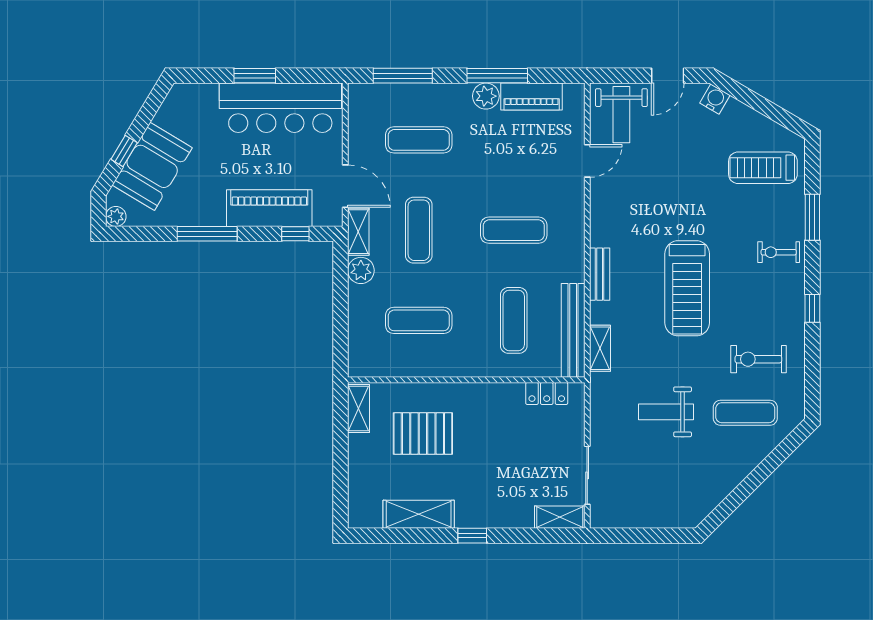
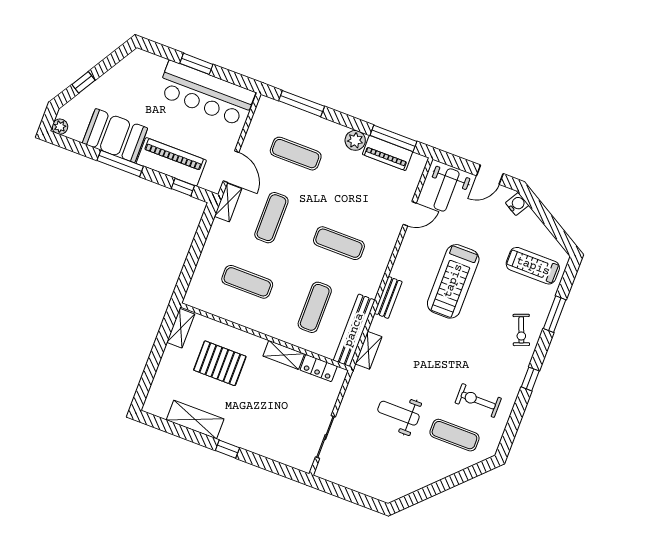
window: (497, 76) -> (393, 138), moved
booth: (152, 166) -> (115, 136), moved, turned 59
exercise bike: (779, 252) -> (521, 330), turned -111
plant: (361, 270) -> (220, 231), removed
treadmill: (687, 288) -> (453, 281), moved
shelving: (560, 517) -> (284, 355), moved

